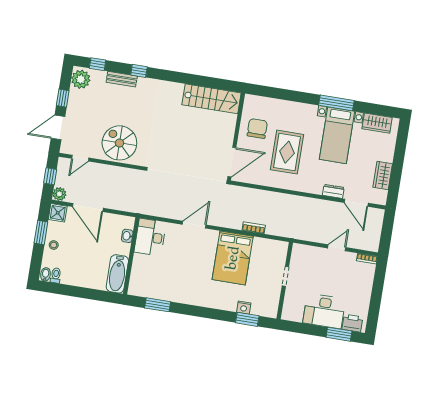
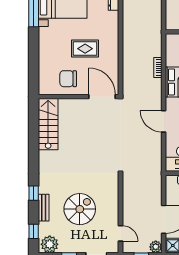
spiral stairs: (119, 143) -> (80, 209), moved, turned 180
rug: (287, 152) -> (85, 49), width x0.73, depth x0.70

